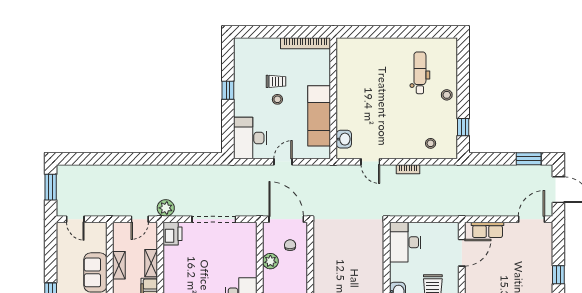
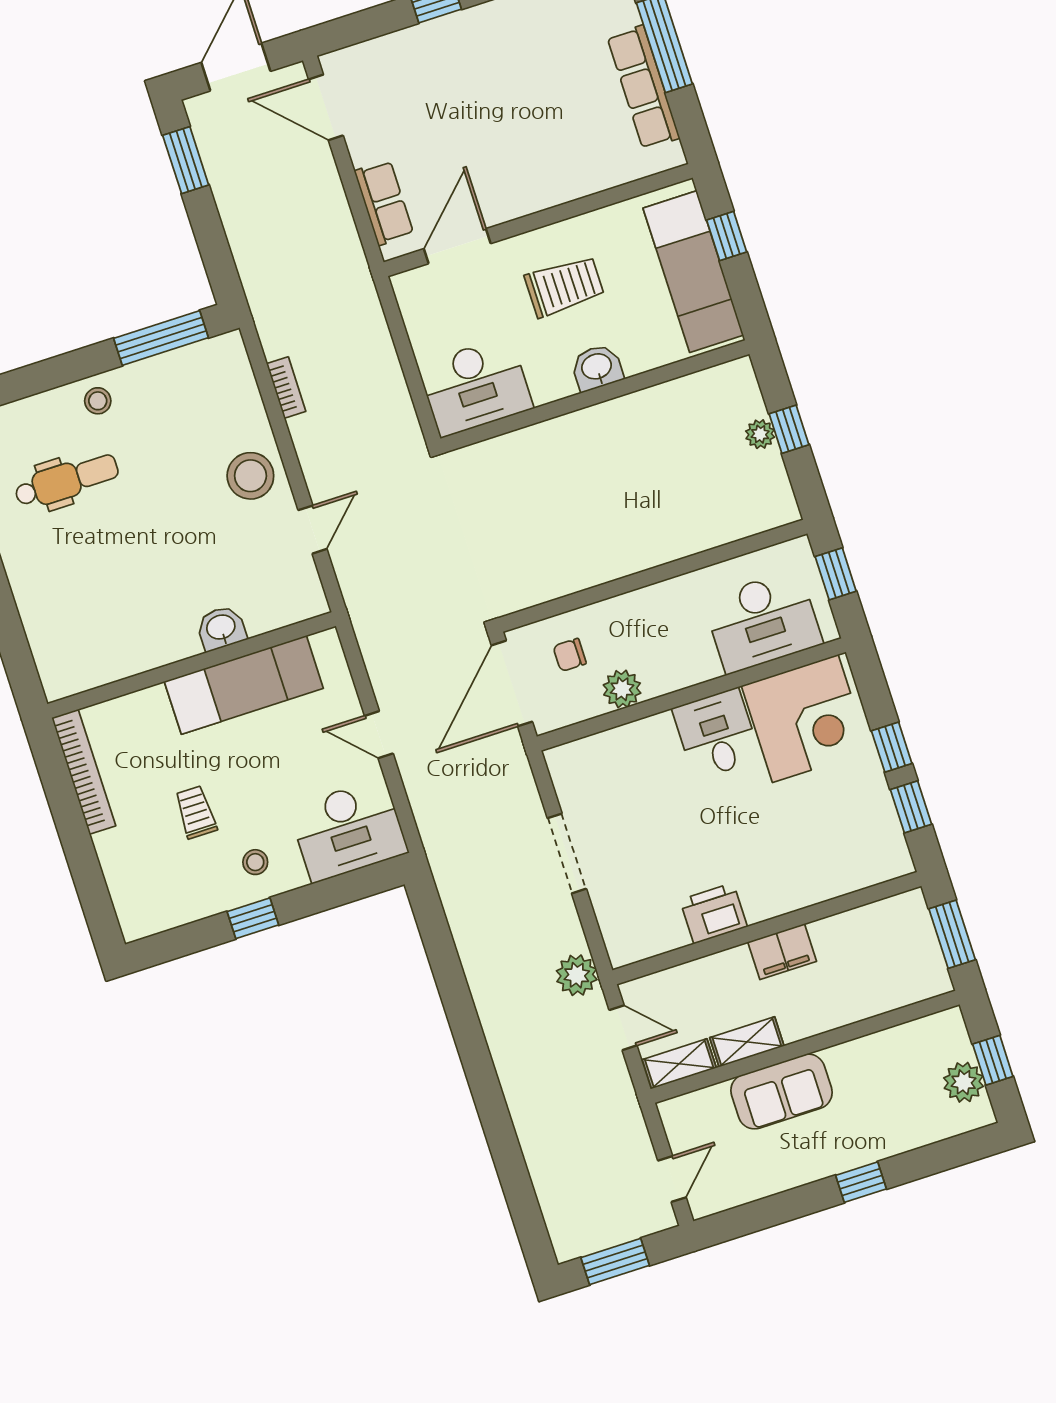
dental chair: (420, 73) -> (66, 481), turned 180
stool: (277, 99) -> (255, 862), moved
window: (463, 127) -> (161, 338), width x2.17
washbasin: (344, 139) -> (221, 628), moved
stool: (431, 143) -> (250, 476), moved, width x1.89, depth x1.89
bookcase: (408, 169) -> (286, 387), moved
doorway: (214, 219) -> (567, 853), width x0.73
printer: (173, 234) -> (714, 913), moved
door: (462, 253) -> (457, 246), hinge flipped
shelving: (151, 263) -> (679, 1064), moved

